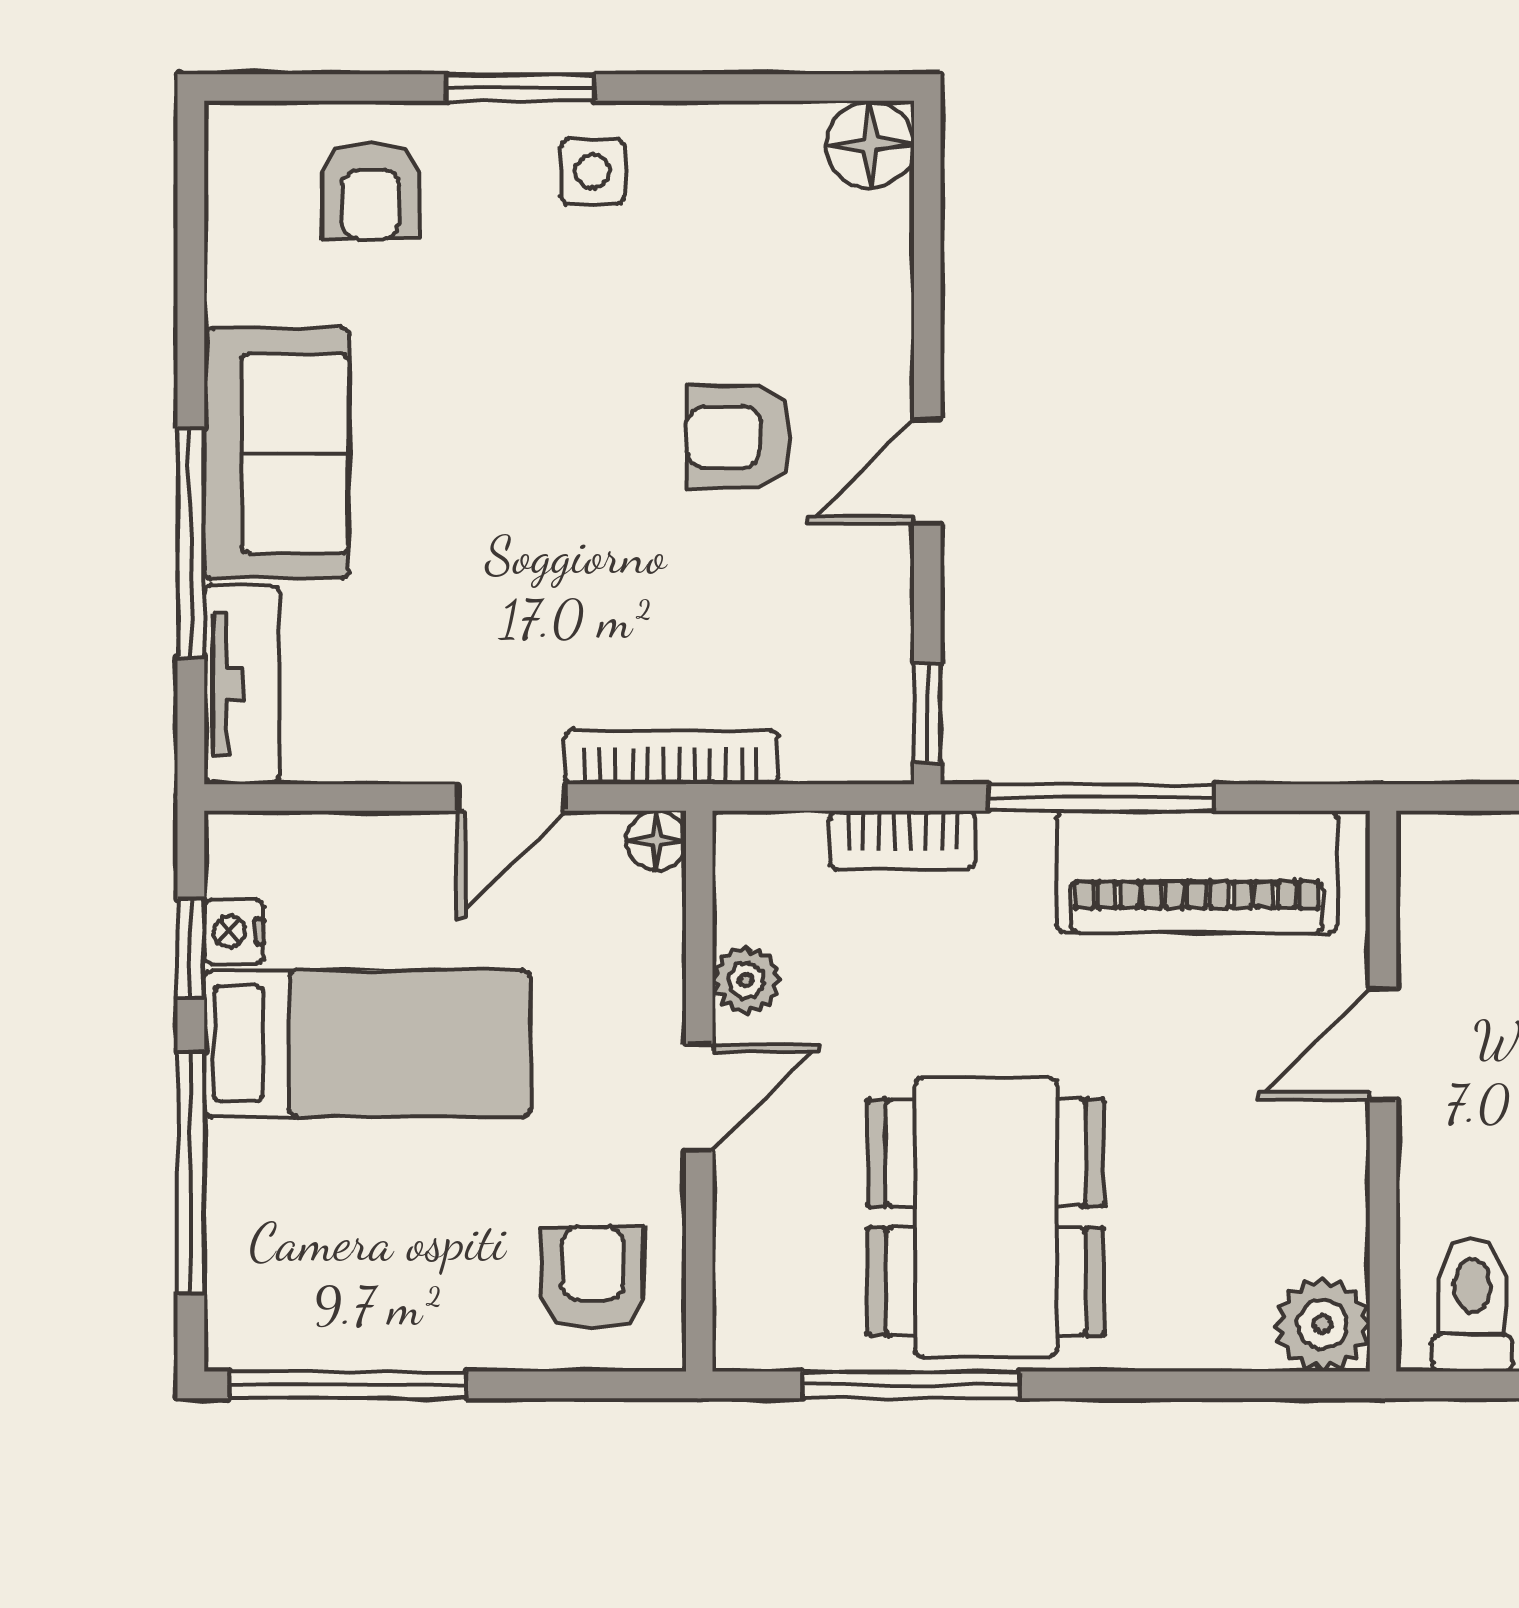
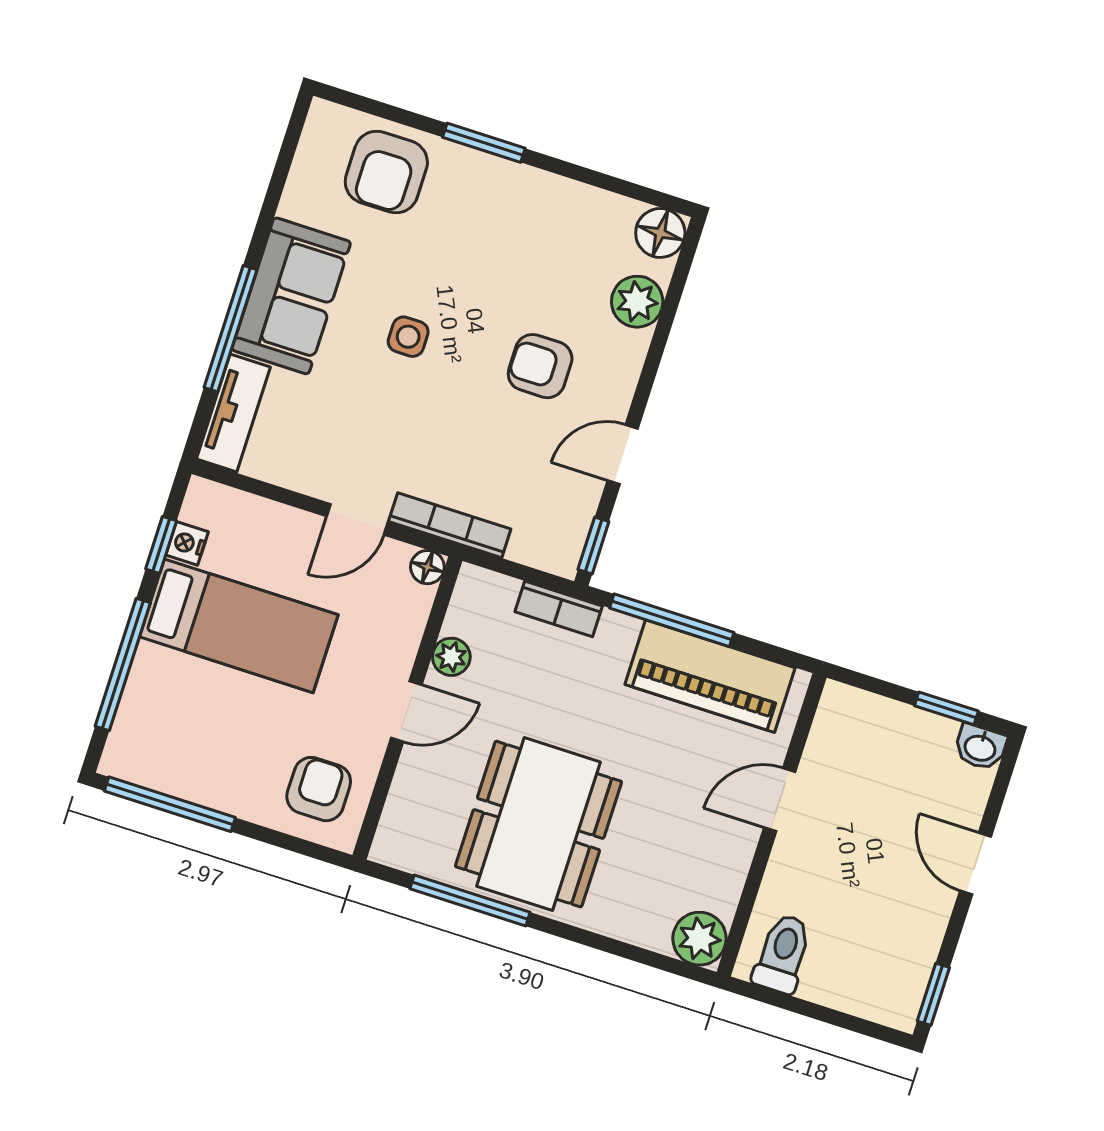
side table: (593, 172) -> (408, 337), moved
armchair: (370, 190) -> (386, 172), width x1.38, depth x1.38
plant: (868, 274) -> (637, 302), added
door: (927, 471) -> (623, 455), moved

